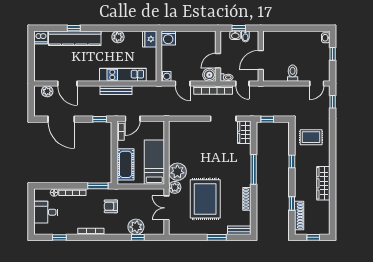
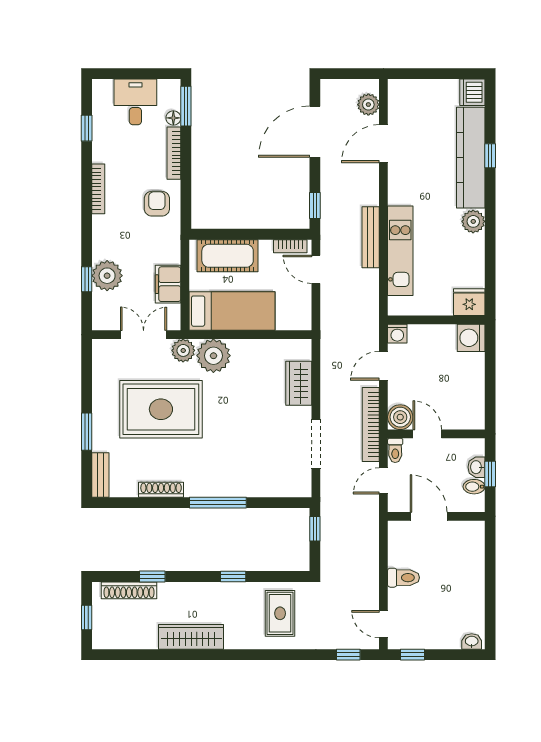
plant: (118, 37) -> (473, 221), moved
window: (333, 54) -> (412, 655), moved
wardrobe: (244, 132) -> (299, 383), moved, turned -90
window: (98, 186) -> (186, 106), moved
filing cabinet: (140, 195) -> (168, 284), added
armchair: (111, 206) -> (157, 204), moved

